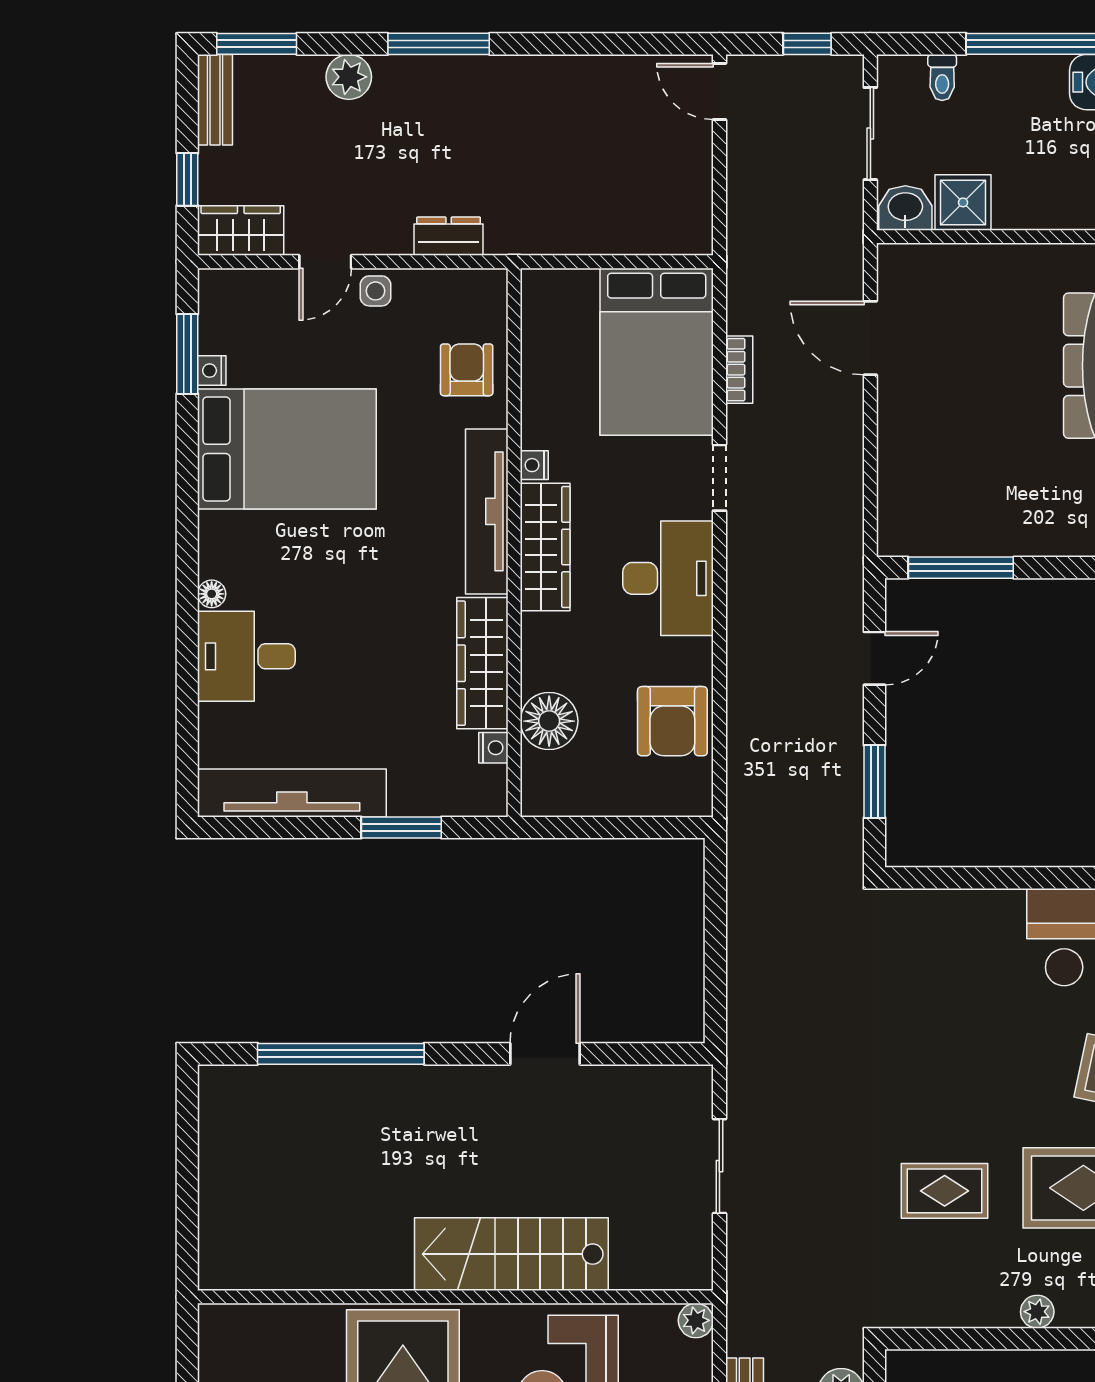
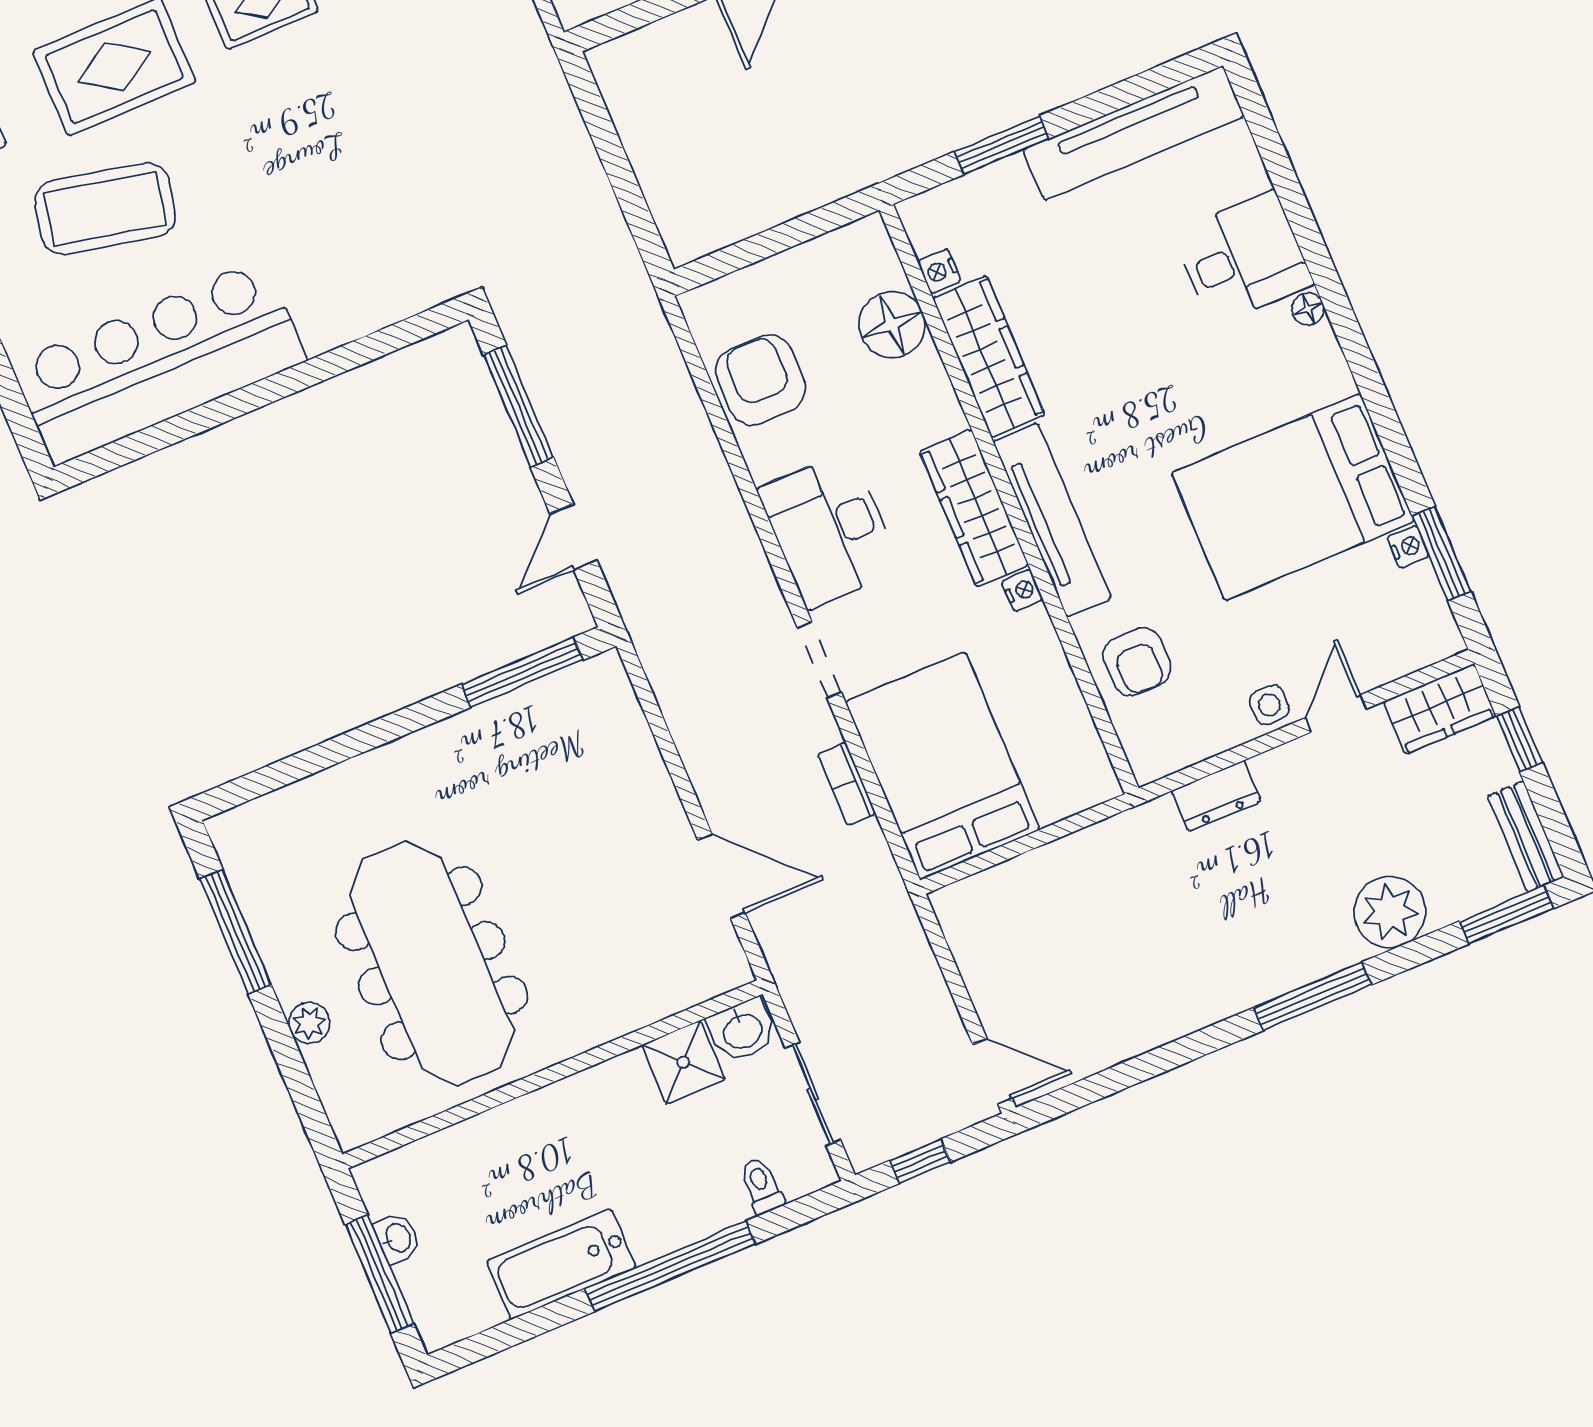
plant: (349, 77) -> (1390, 912), width x1.36, depth x1.36
window: (875, 781) -> (518, 406), width x1.44

